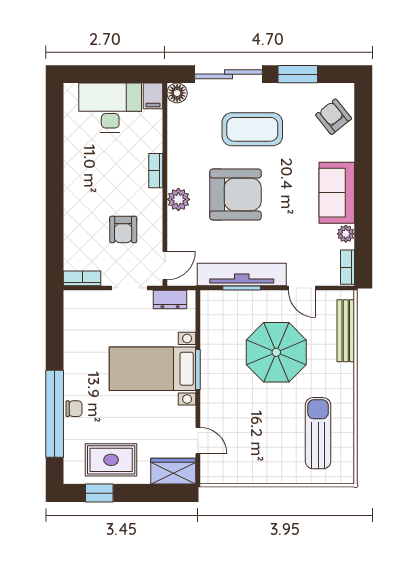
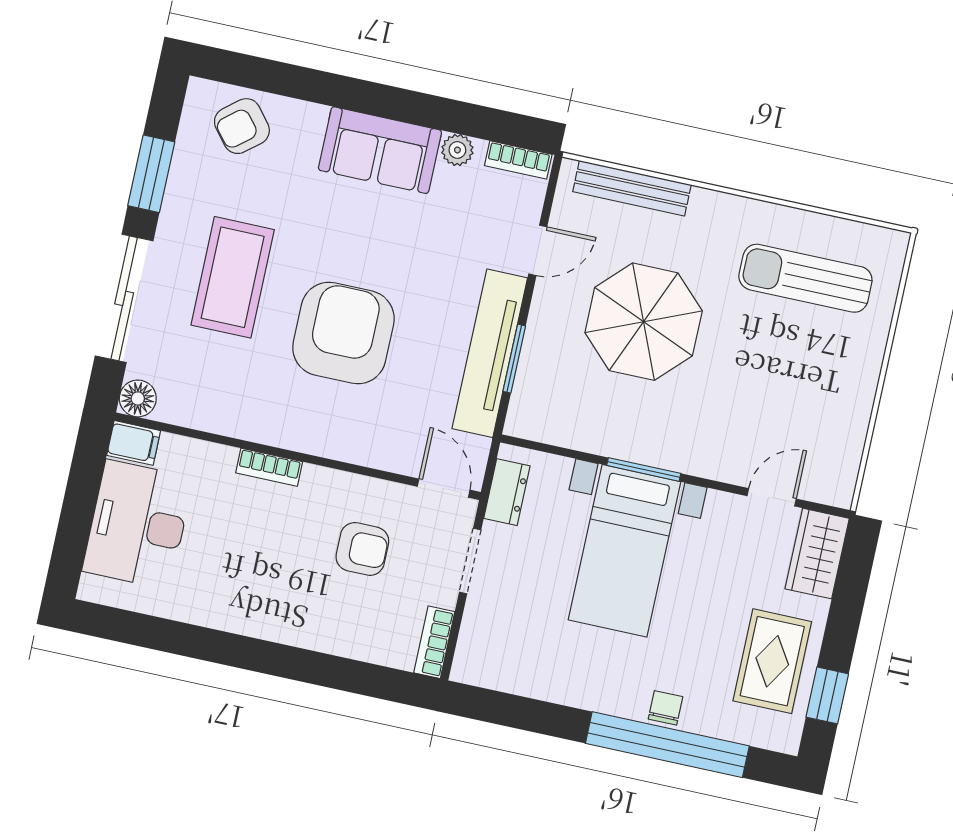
plant: (178, 199) -> (330, 438), removed

